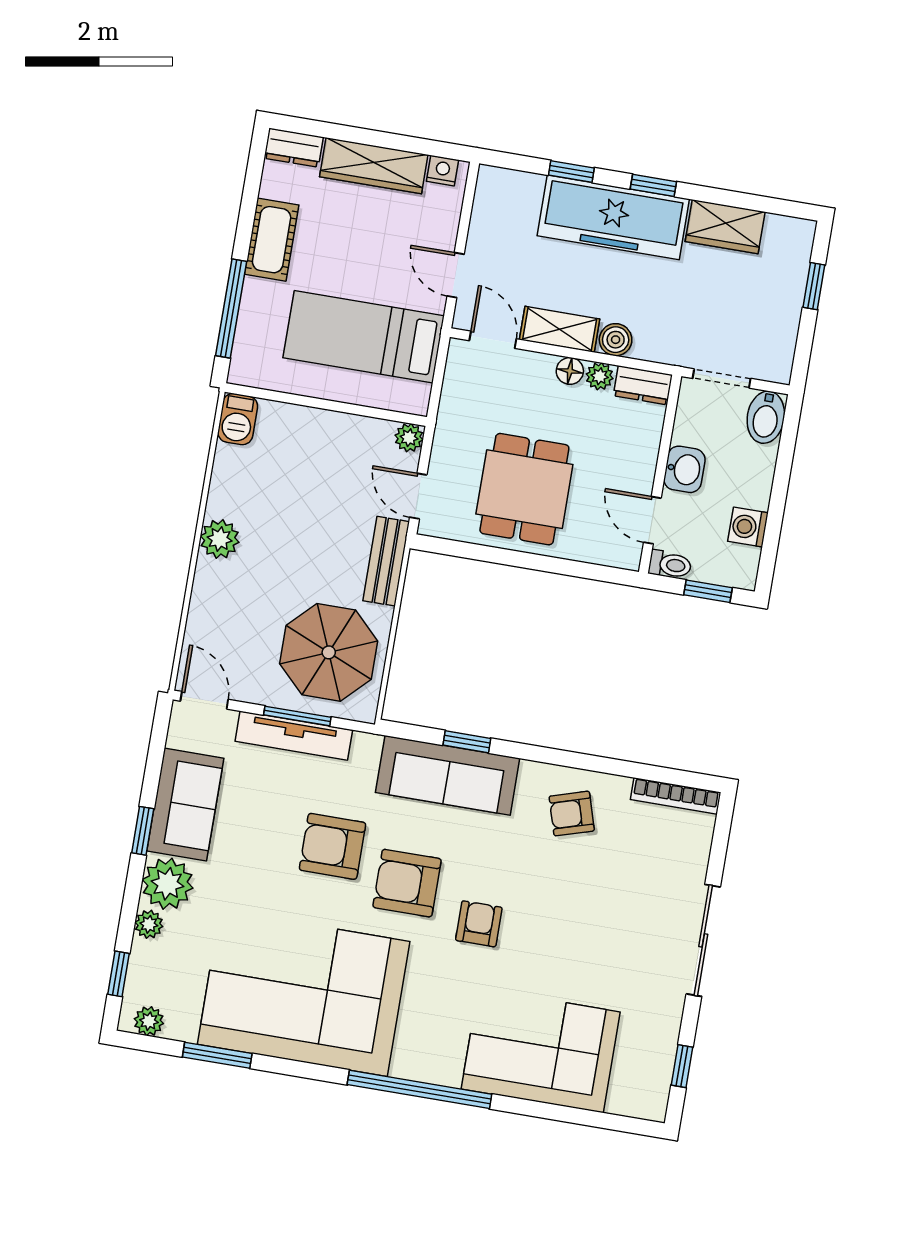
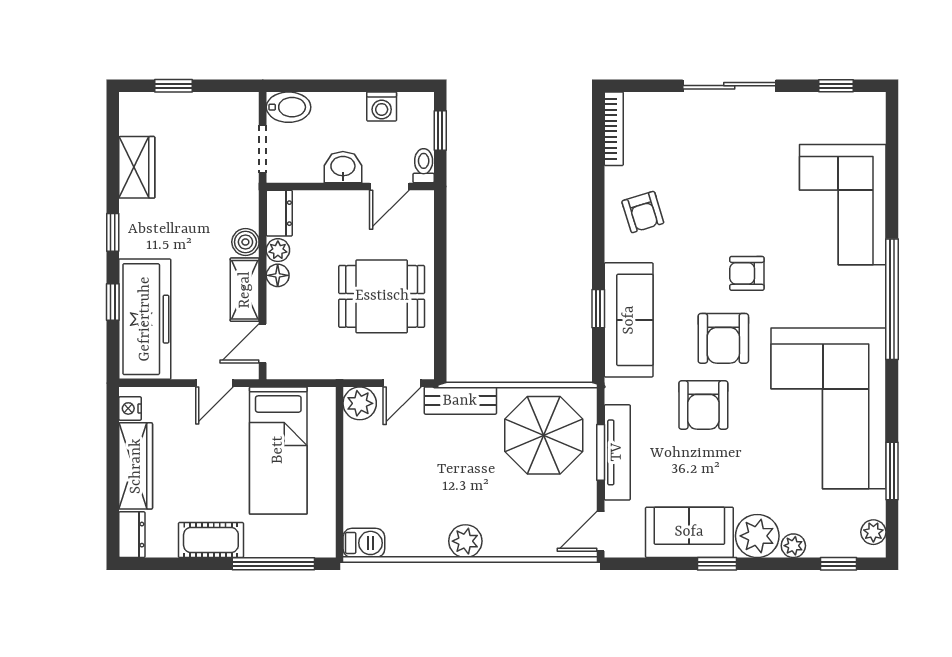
freezer: (613, 217) -> (145, 319), moved
plant: (409, 438) -> (360, 403), width x1.38, depth x1.38

